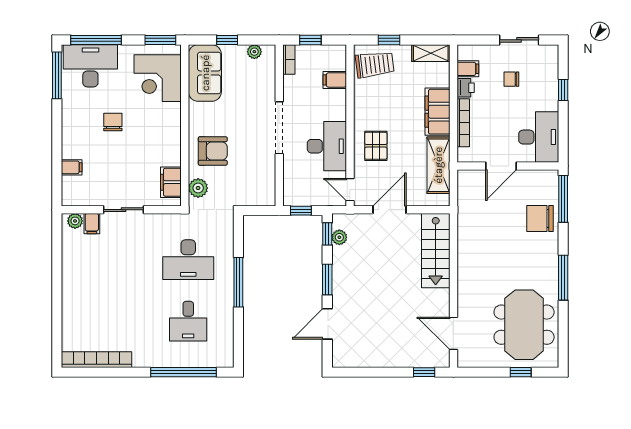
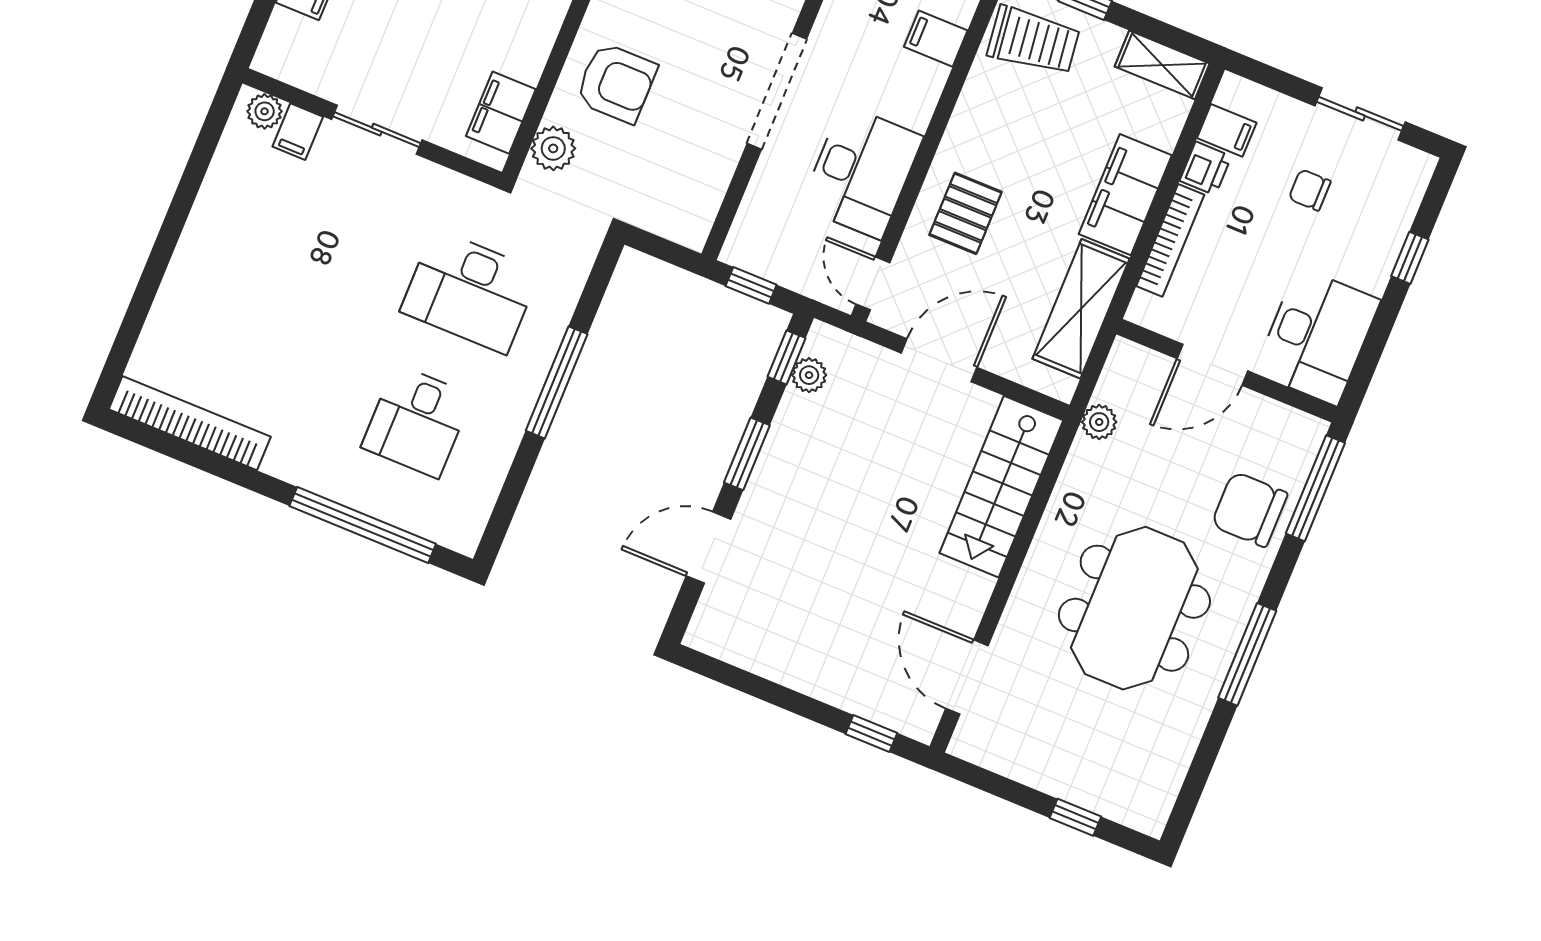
plant: (465, 208) -> (1099, 422), added
meeting table: (524, 325) -> (1134, 608), moved

